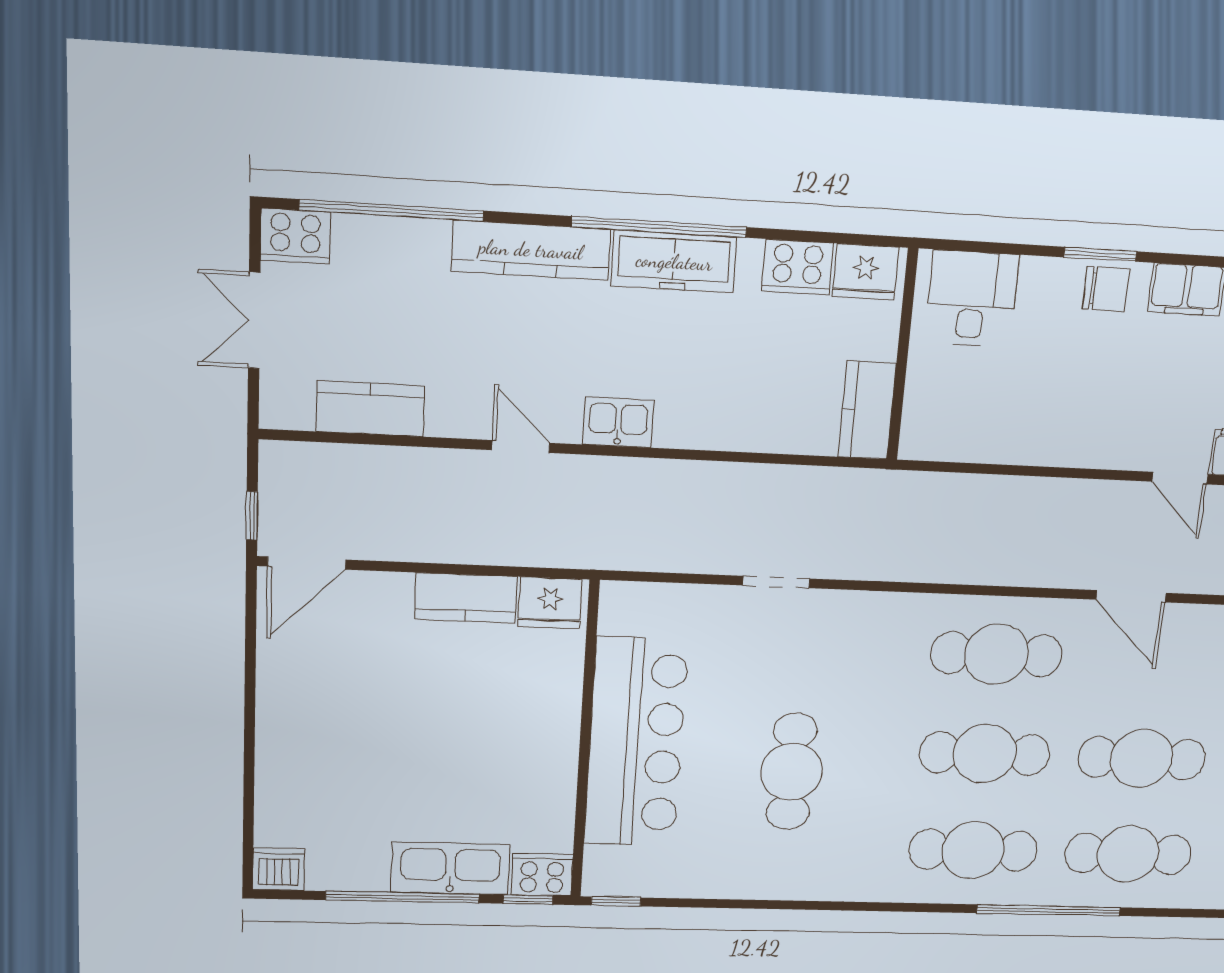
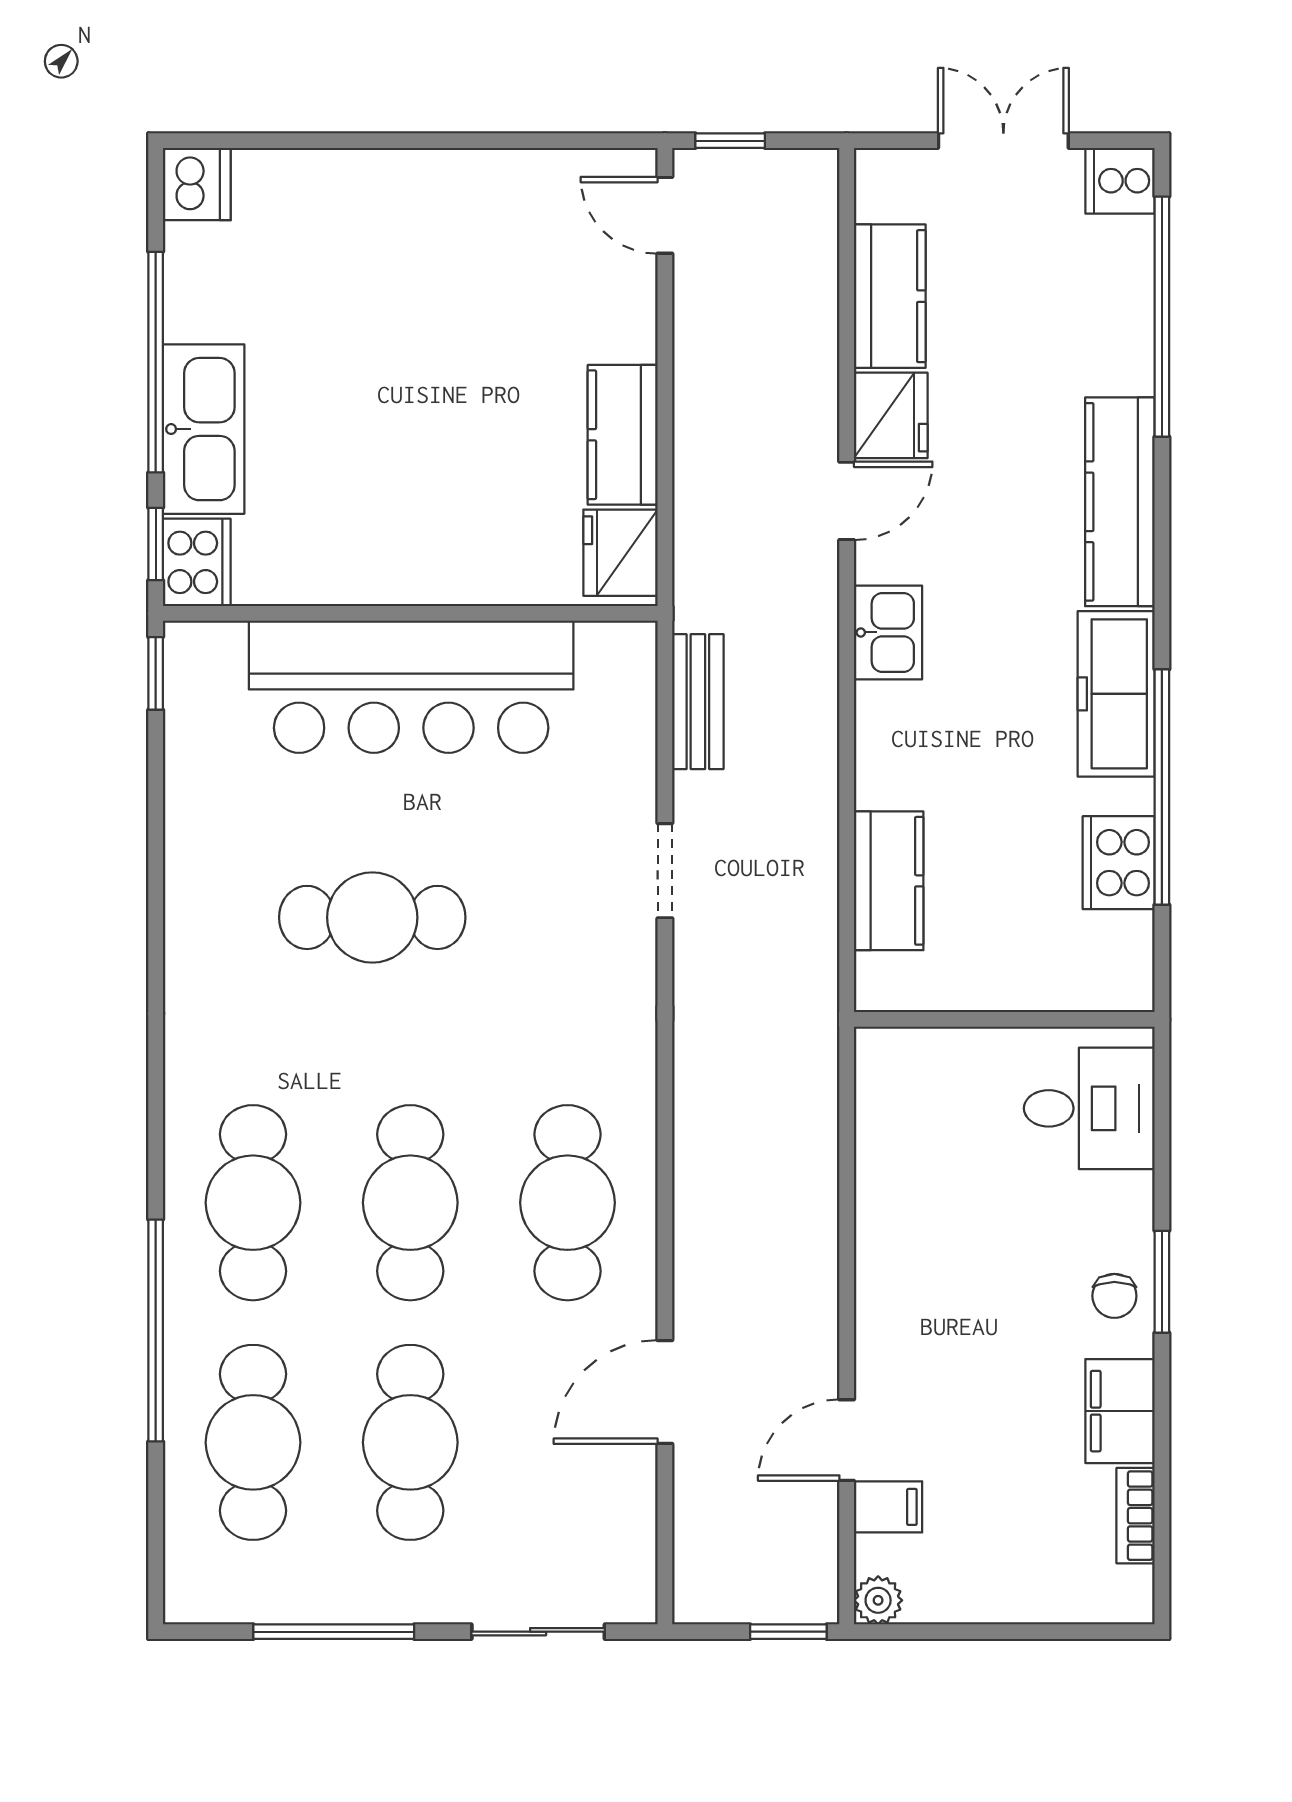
window: (659, 227) -> (1162, 787), moved
cooker: (295, 236) -> (1120, 181), width x0.73
fridge: (866, 272) -> (891, 415), moved, turned 180
chair: (1106, 289) -> (1114, 1296), width x0.73, depth x0.73
kitchen counter: (867, 410) -> (889, 881), moved, turned 90
bench: (659, 555) -> (698, 702), added
door: (307, 563) -> (665, 215), width x0.73

